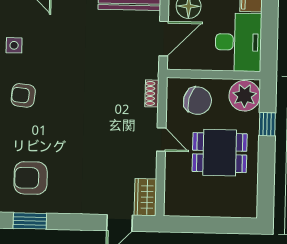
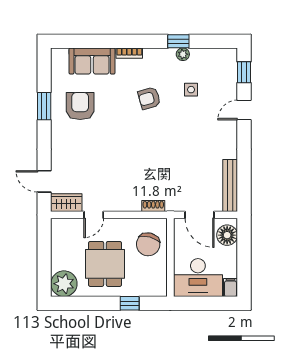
armchair: (23, 95) -> (149, 98), turned -112
plant: (245, 96) -> (64, 284), moved
door: (161, 139) -> (94, 215), moved

